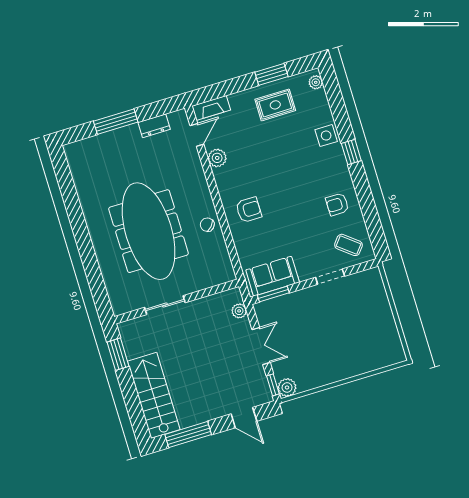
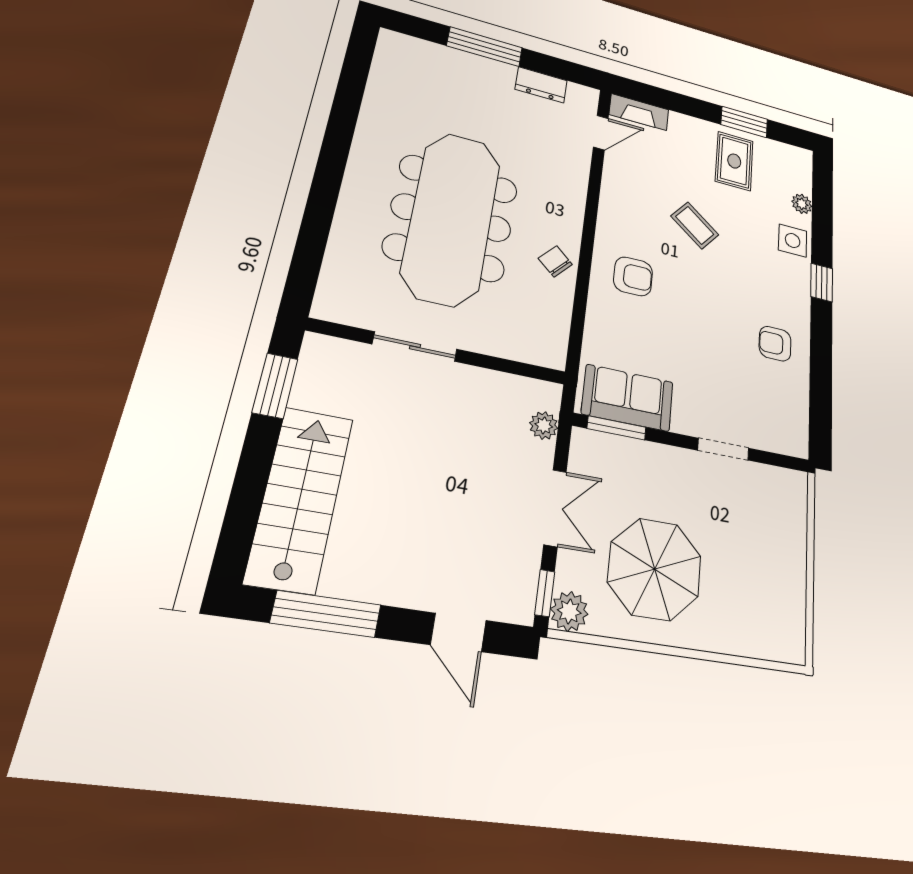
plant: (316, 82) -> (802, 204), moved
rug: (275, 105) -> (734, 161), turned 90
plant: (217, 158) -> (617, 179), removed
coffee table: (348, 245) -> (695, 225), moved
parasol: (318, 351) -> (655, 569), added

